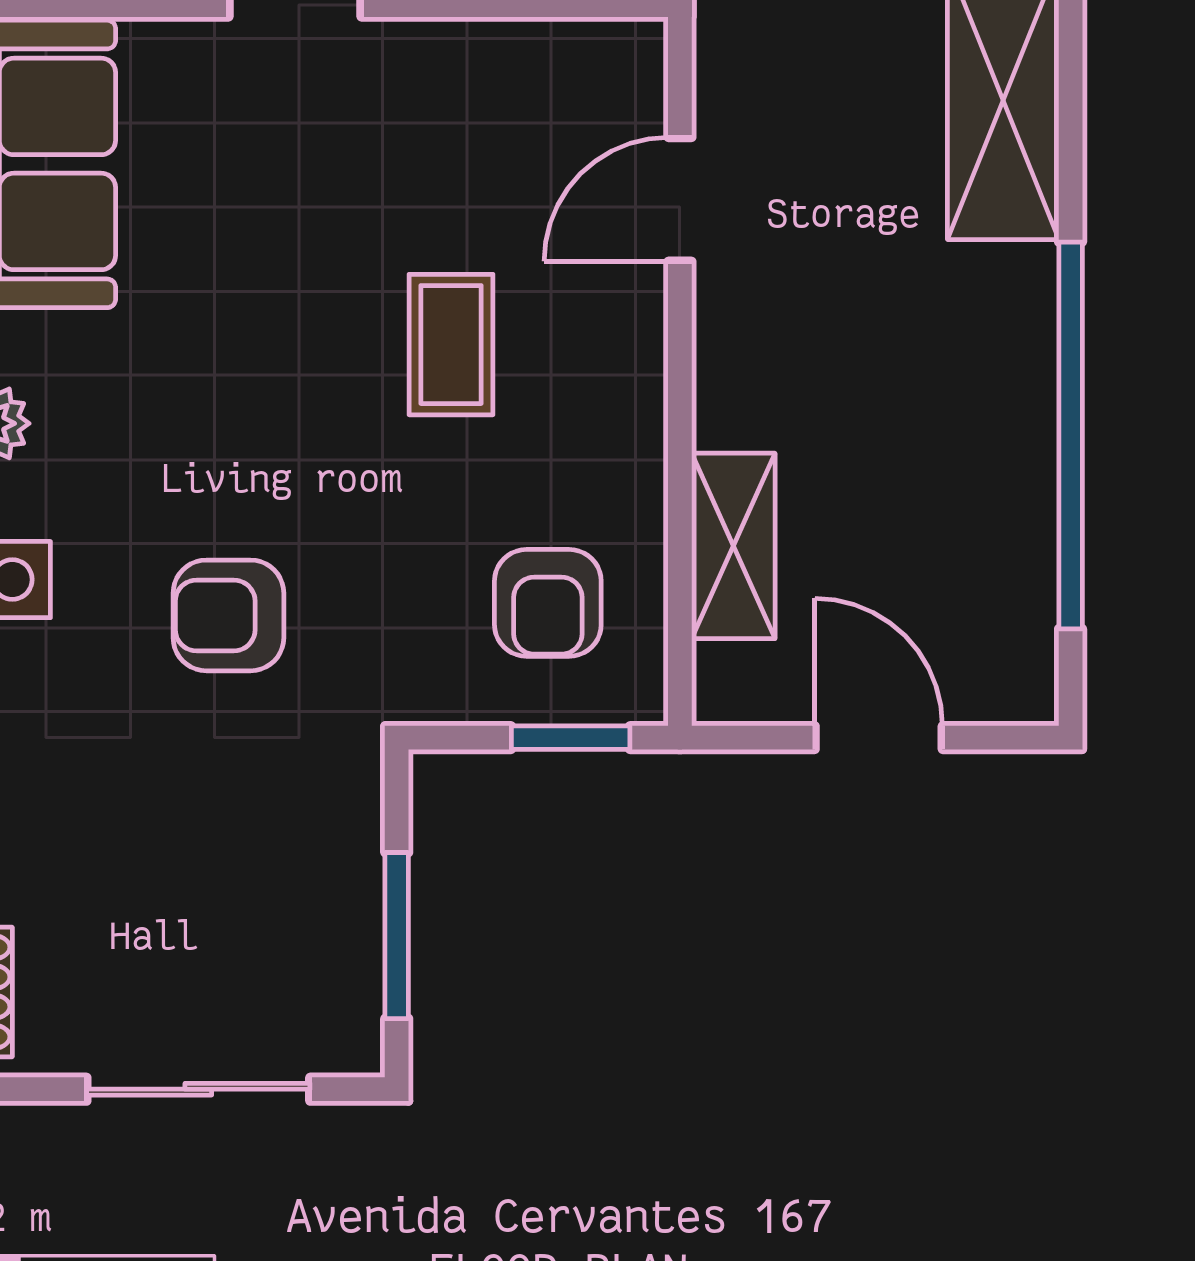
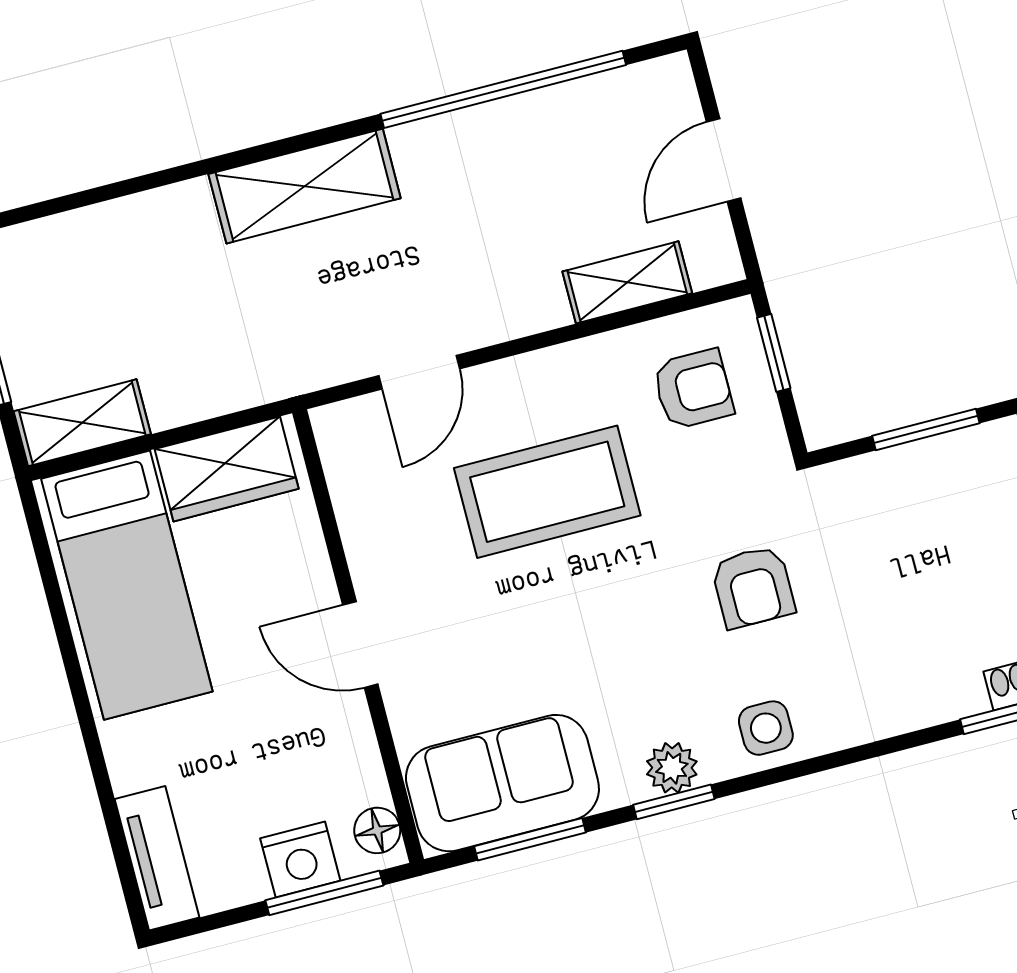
door: (680, 199) -> (419, 372), hinge flipped
coffee table: (451, 345) -> (547, 492), width x1.86, depth x1.72

